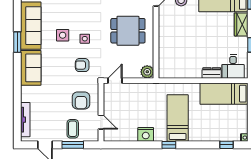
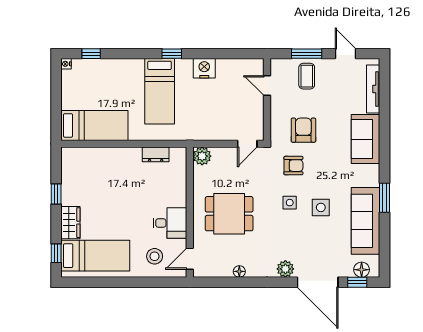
desk: (233, 66) -> (170, 223), moved, turned 90
sofa: (31, 68) -> (366, 139), moved
dresser: (212, 73) -> (156, 154), moved
armchair: (81, 100) -> (303, 130), moved

